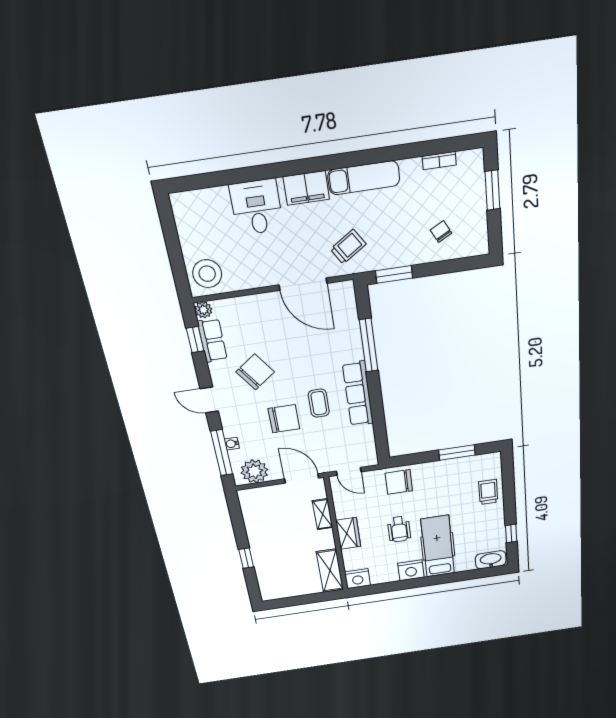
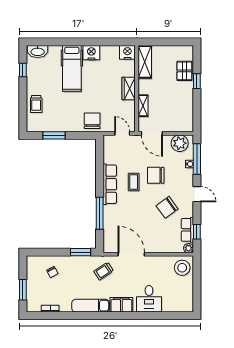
chair: (399, 482) -> (92, 121), turned -90
wheelchair: (399, 529) -> (96, 86), removed
pallet: (268, 568) -> (184, 71), added

